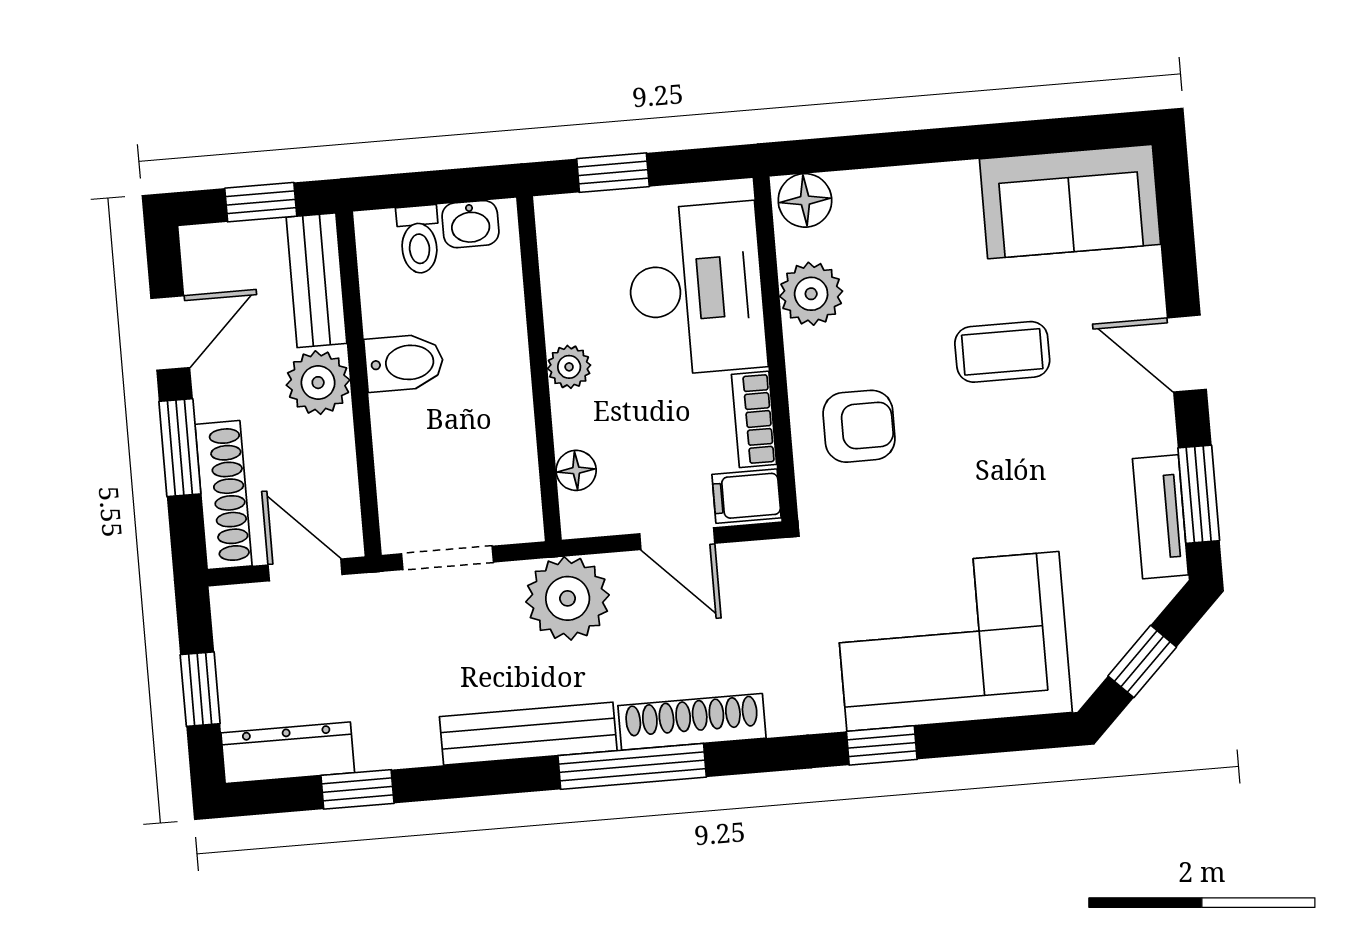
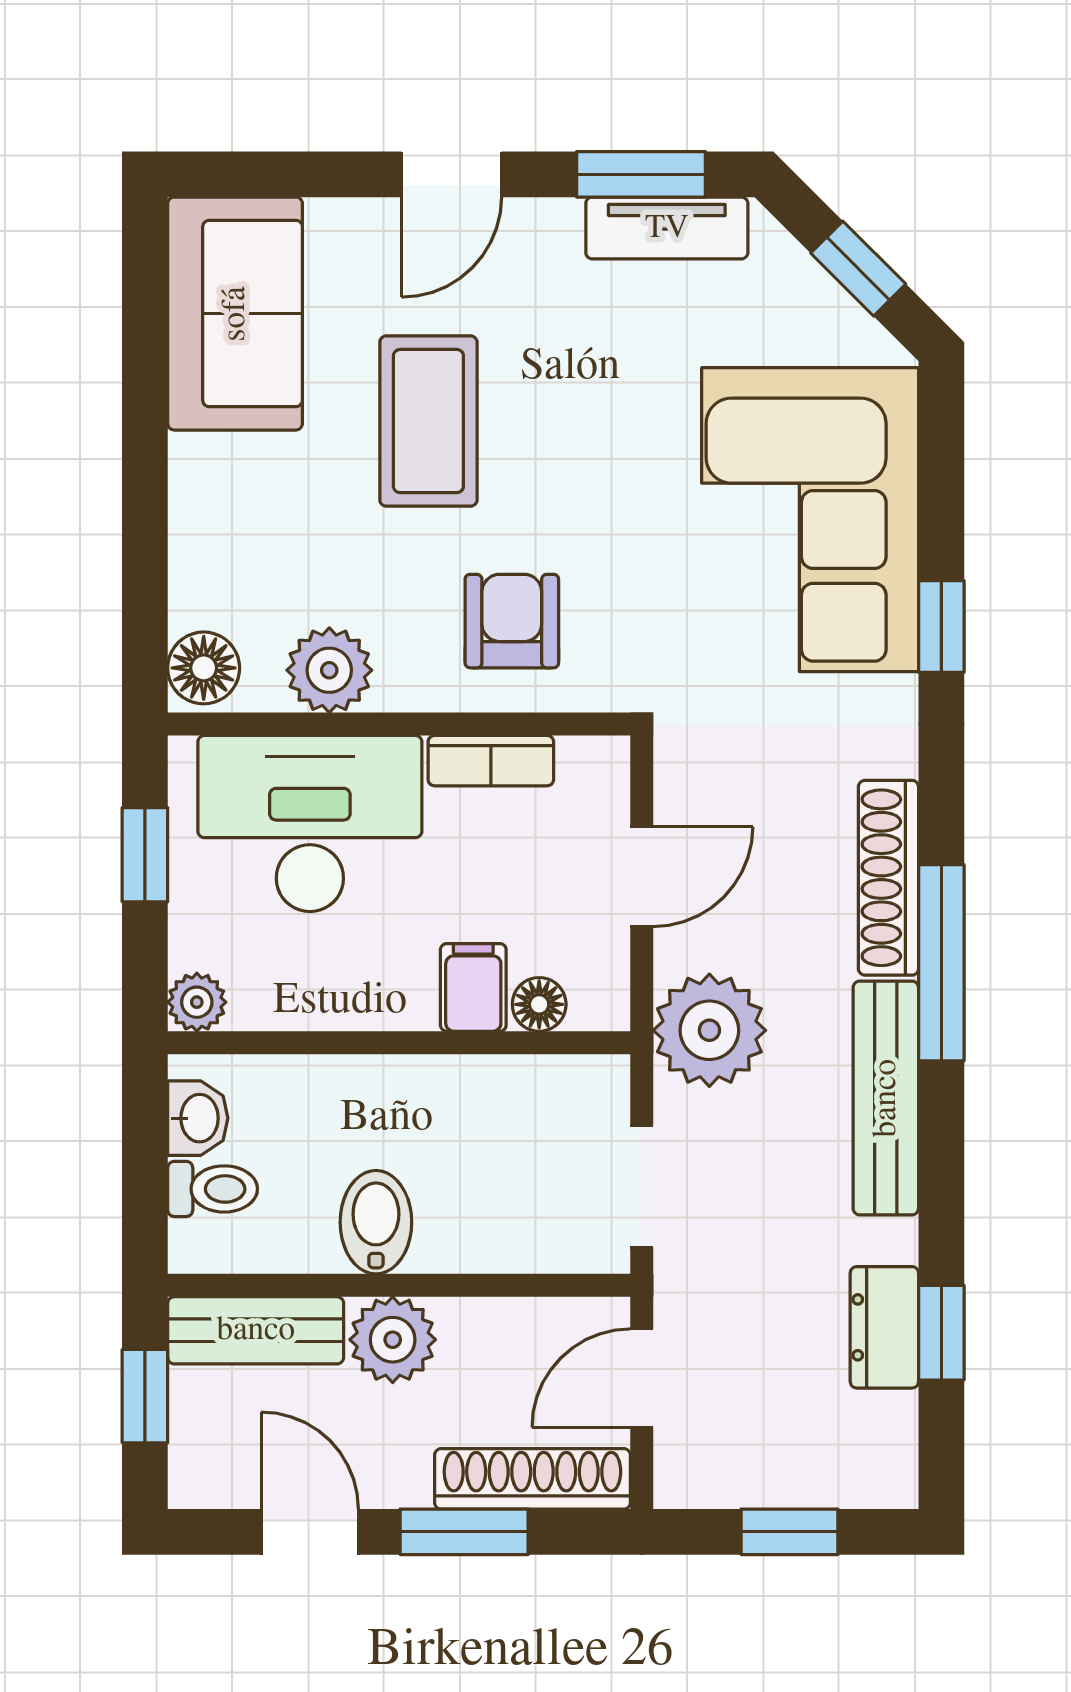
window: (613, 173) -> (145, 855), moved
coffee table: (1002, 352) -> (428, 421), width x1.36, depth x1.30
plant: (569, 367) -> (197, 1002), moved
filing cabinet: (746, 496) -> (473, 987), moved, turned 180
dresser: (288, 753) -> (884, 1327), moved, width x0.70

